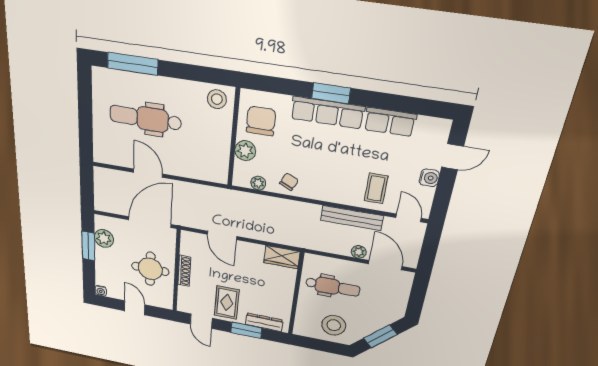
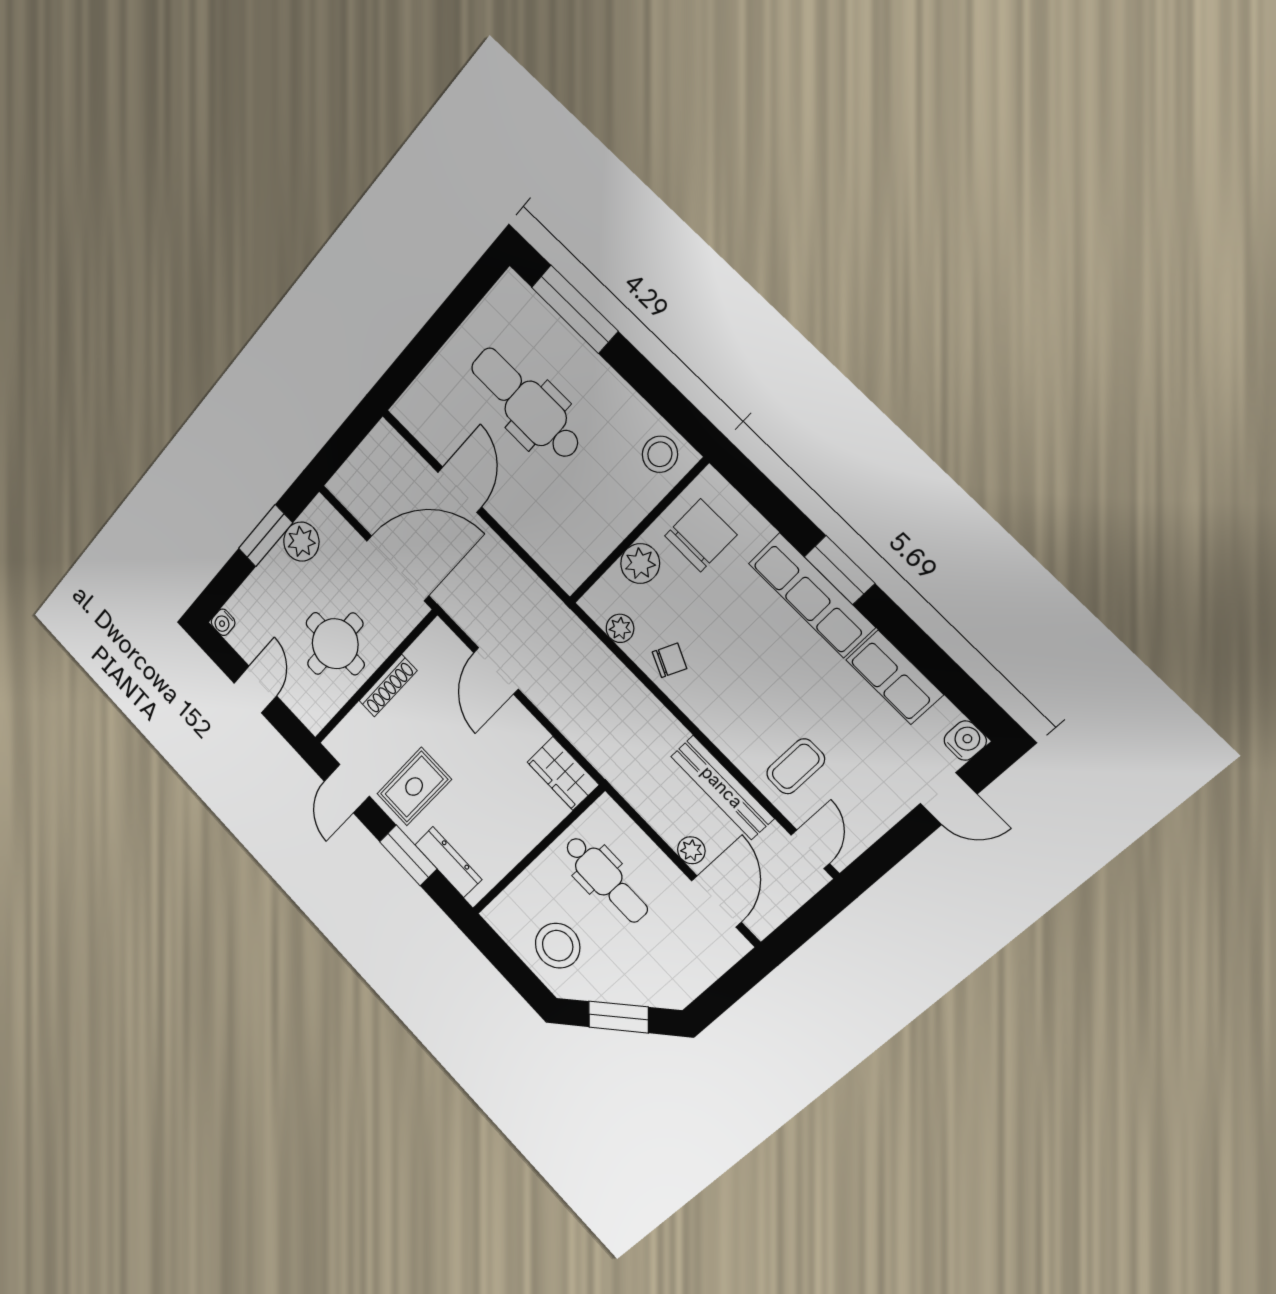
water cooler: (429, 178) -> (965, 741), moved, turned -90

